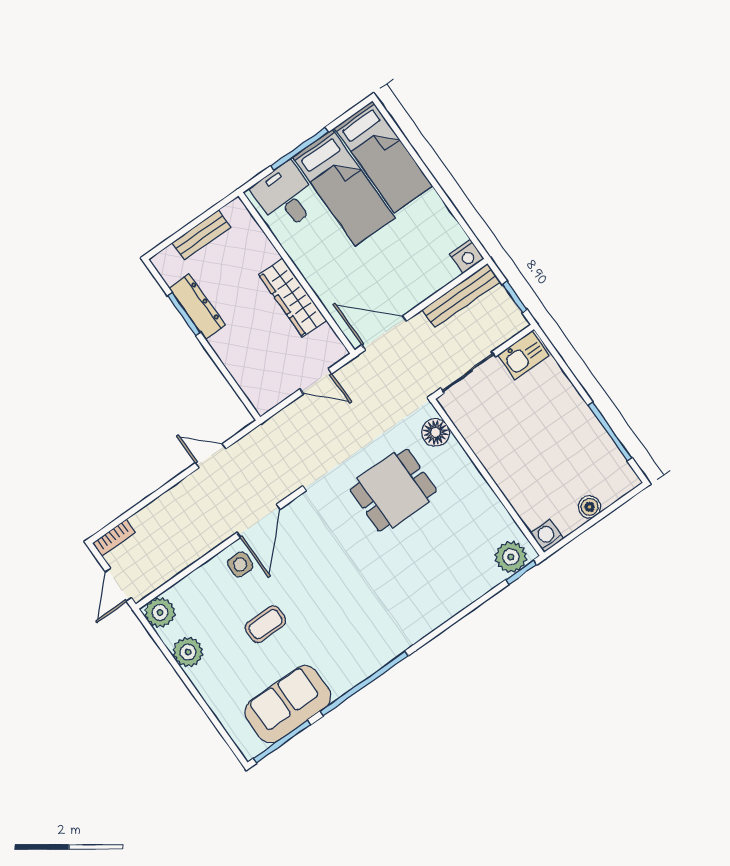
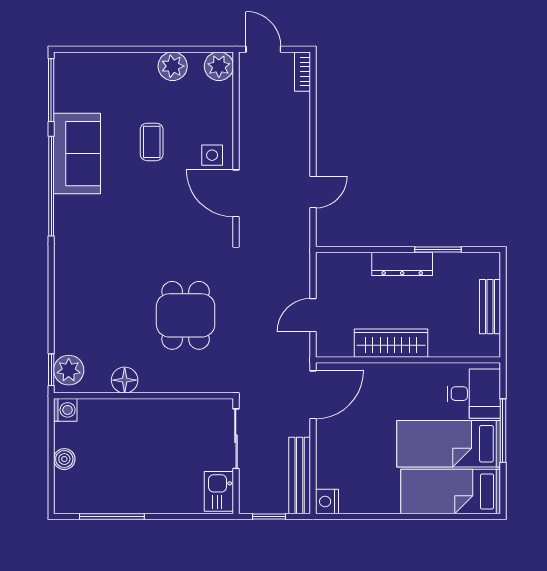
dresser: (197, 307) -> (402, 264), moved
floor lamp: (435, 432) -> (125, 380), moved
sofa: (288, 704) -> (77, 154), moved

